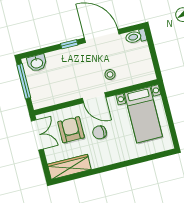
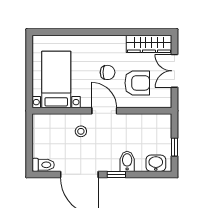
bidet: (62, 58) -> (127, 161), added
window: (24, 81) -> (174, 147), width x0.46
armchair: (71, 130) -> (137, 83), turned -90
double door: (37, 135) -> (174, 71), moved

